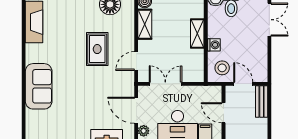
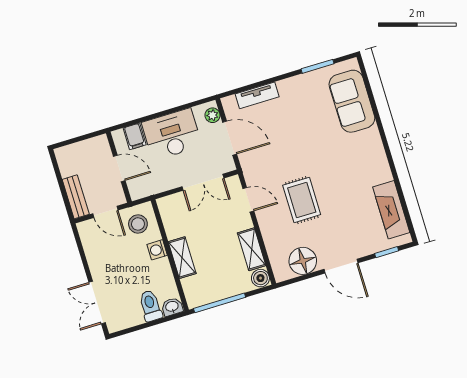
door: (136, 61) -> (248, 200), hinge flipped
sofa: (39, 86) -> (352, 101), moved

